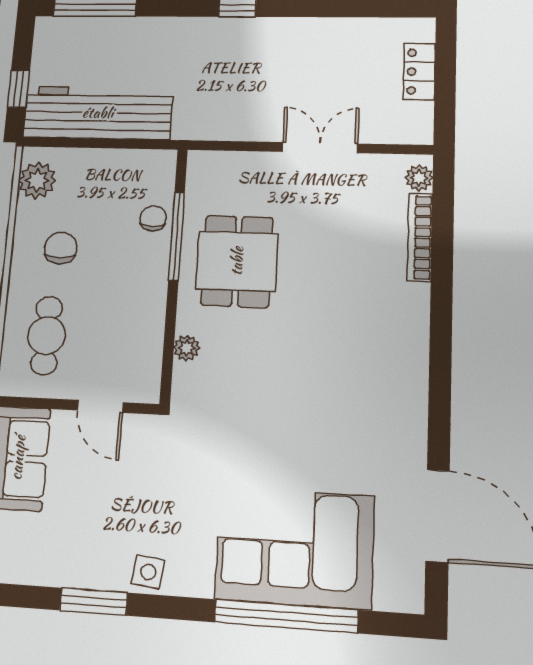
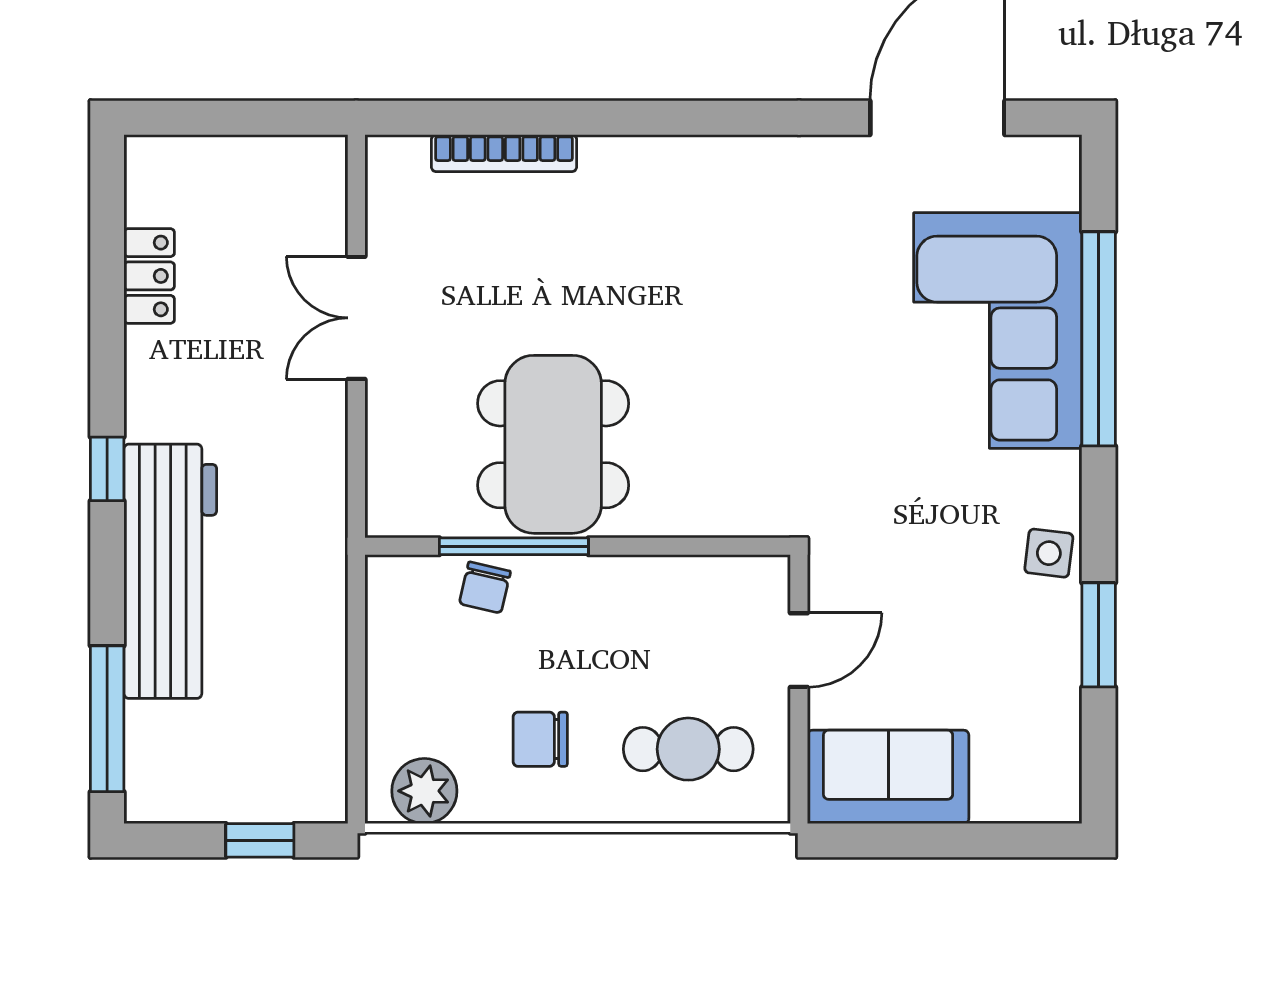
locker: (419, 72) -> (149, 276), moved, turned -90
workbench: (98, 113) -> (170, 571), moved, turned 180
plant: (419, 178) -> (405, 157), removed
chair: (153, 218) -> (485, 587), turned -77
dining table: (237, 261) -> (553, 444), width x1.37
plant: (187, 348) -> (699, 517), removed

